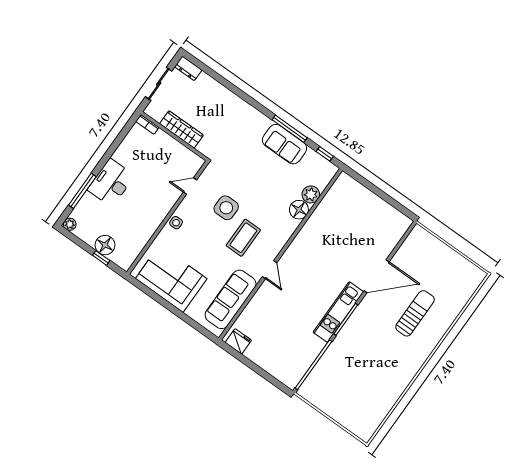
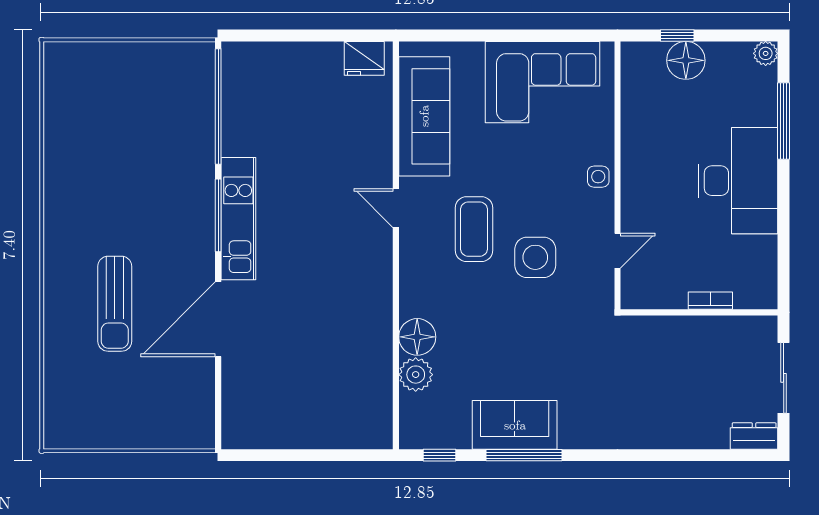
bookcase: (147, 124) -> (710, 301), moved
wardrobe: (182, 129) -> (695, 331), removed
desk: (111, 183) -> (738, 181), width x1.36, depth x1.30

